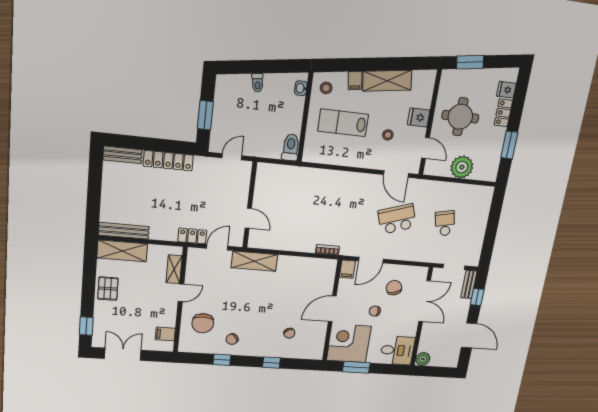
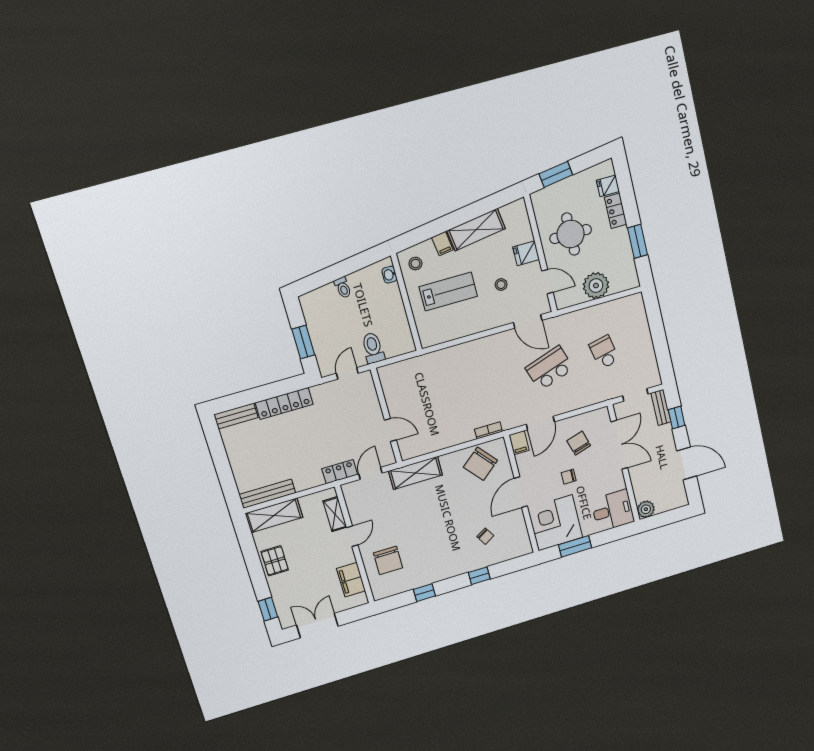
lab bench: (343, 123) -> (448, 291), turned 180
toilet: (291, 147) -> (373, 348), moved
filing cabinet: (165, 334) -> (351, 580), width x2.00
chair: (232, 339) -> (480, 464), moved, width x1.87, depth x1.87

